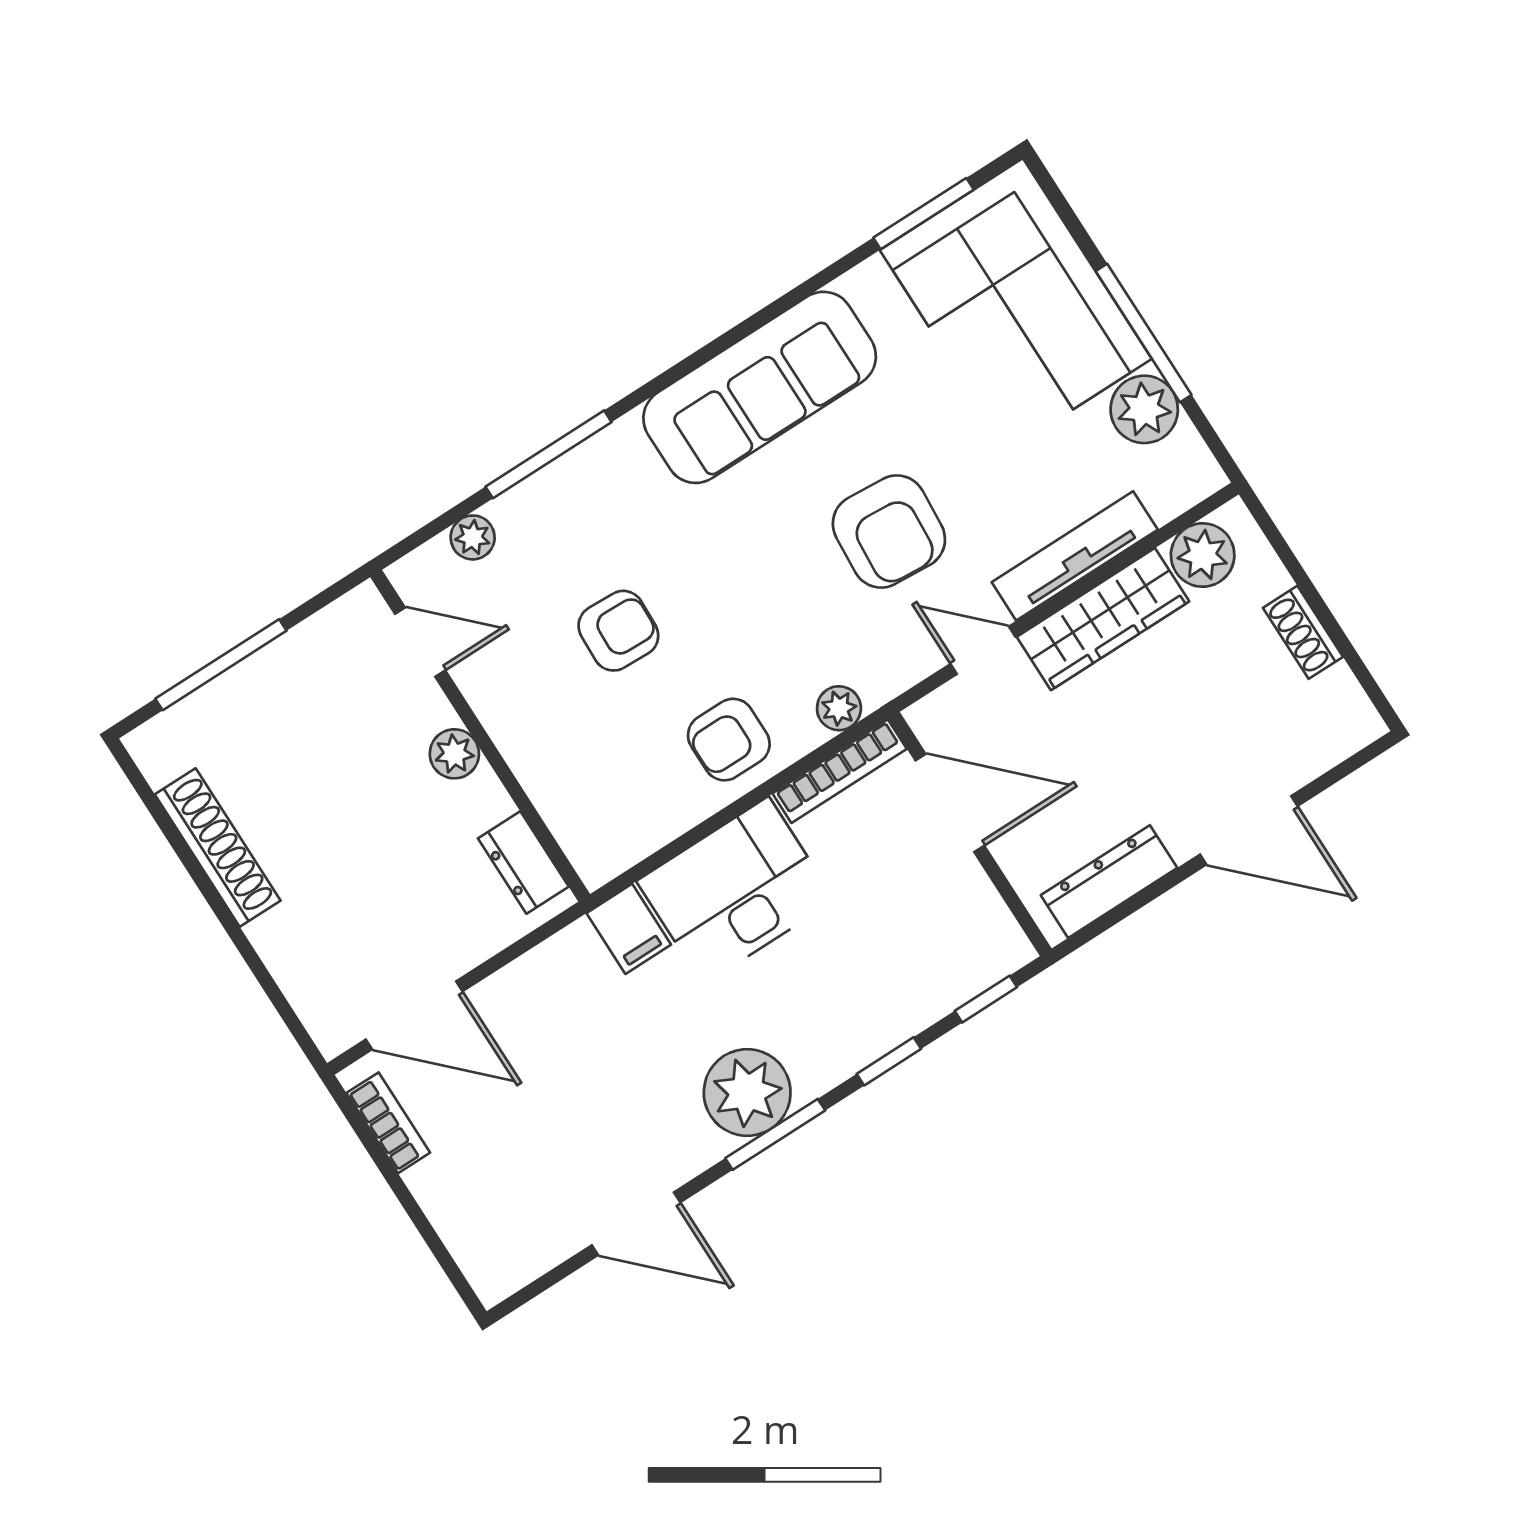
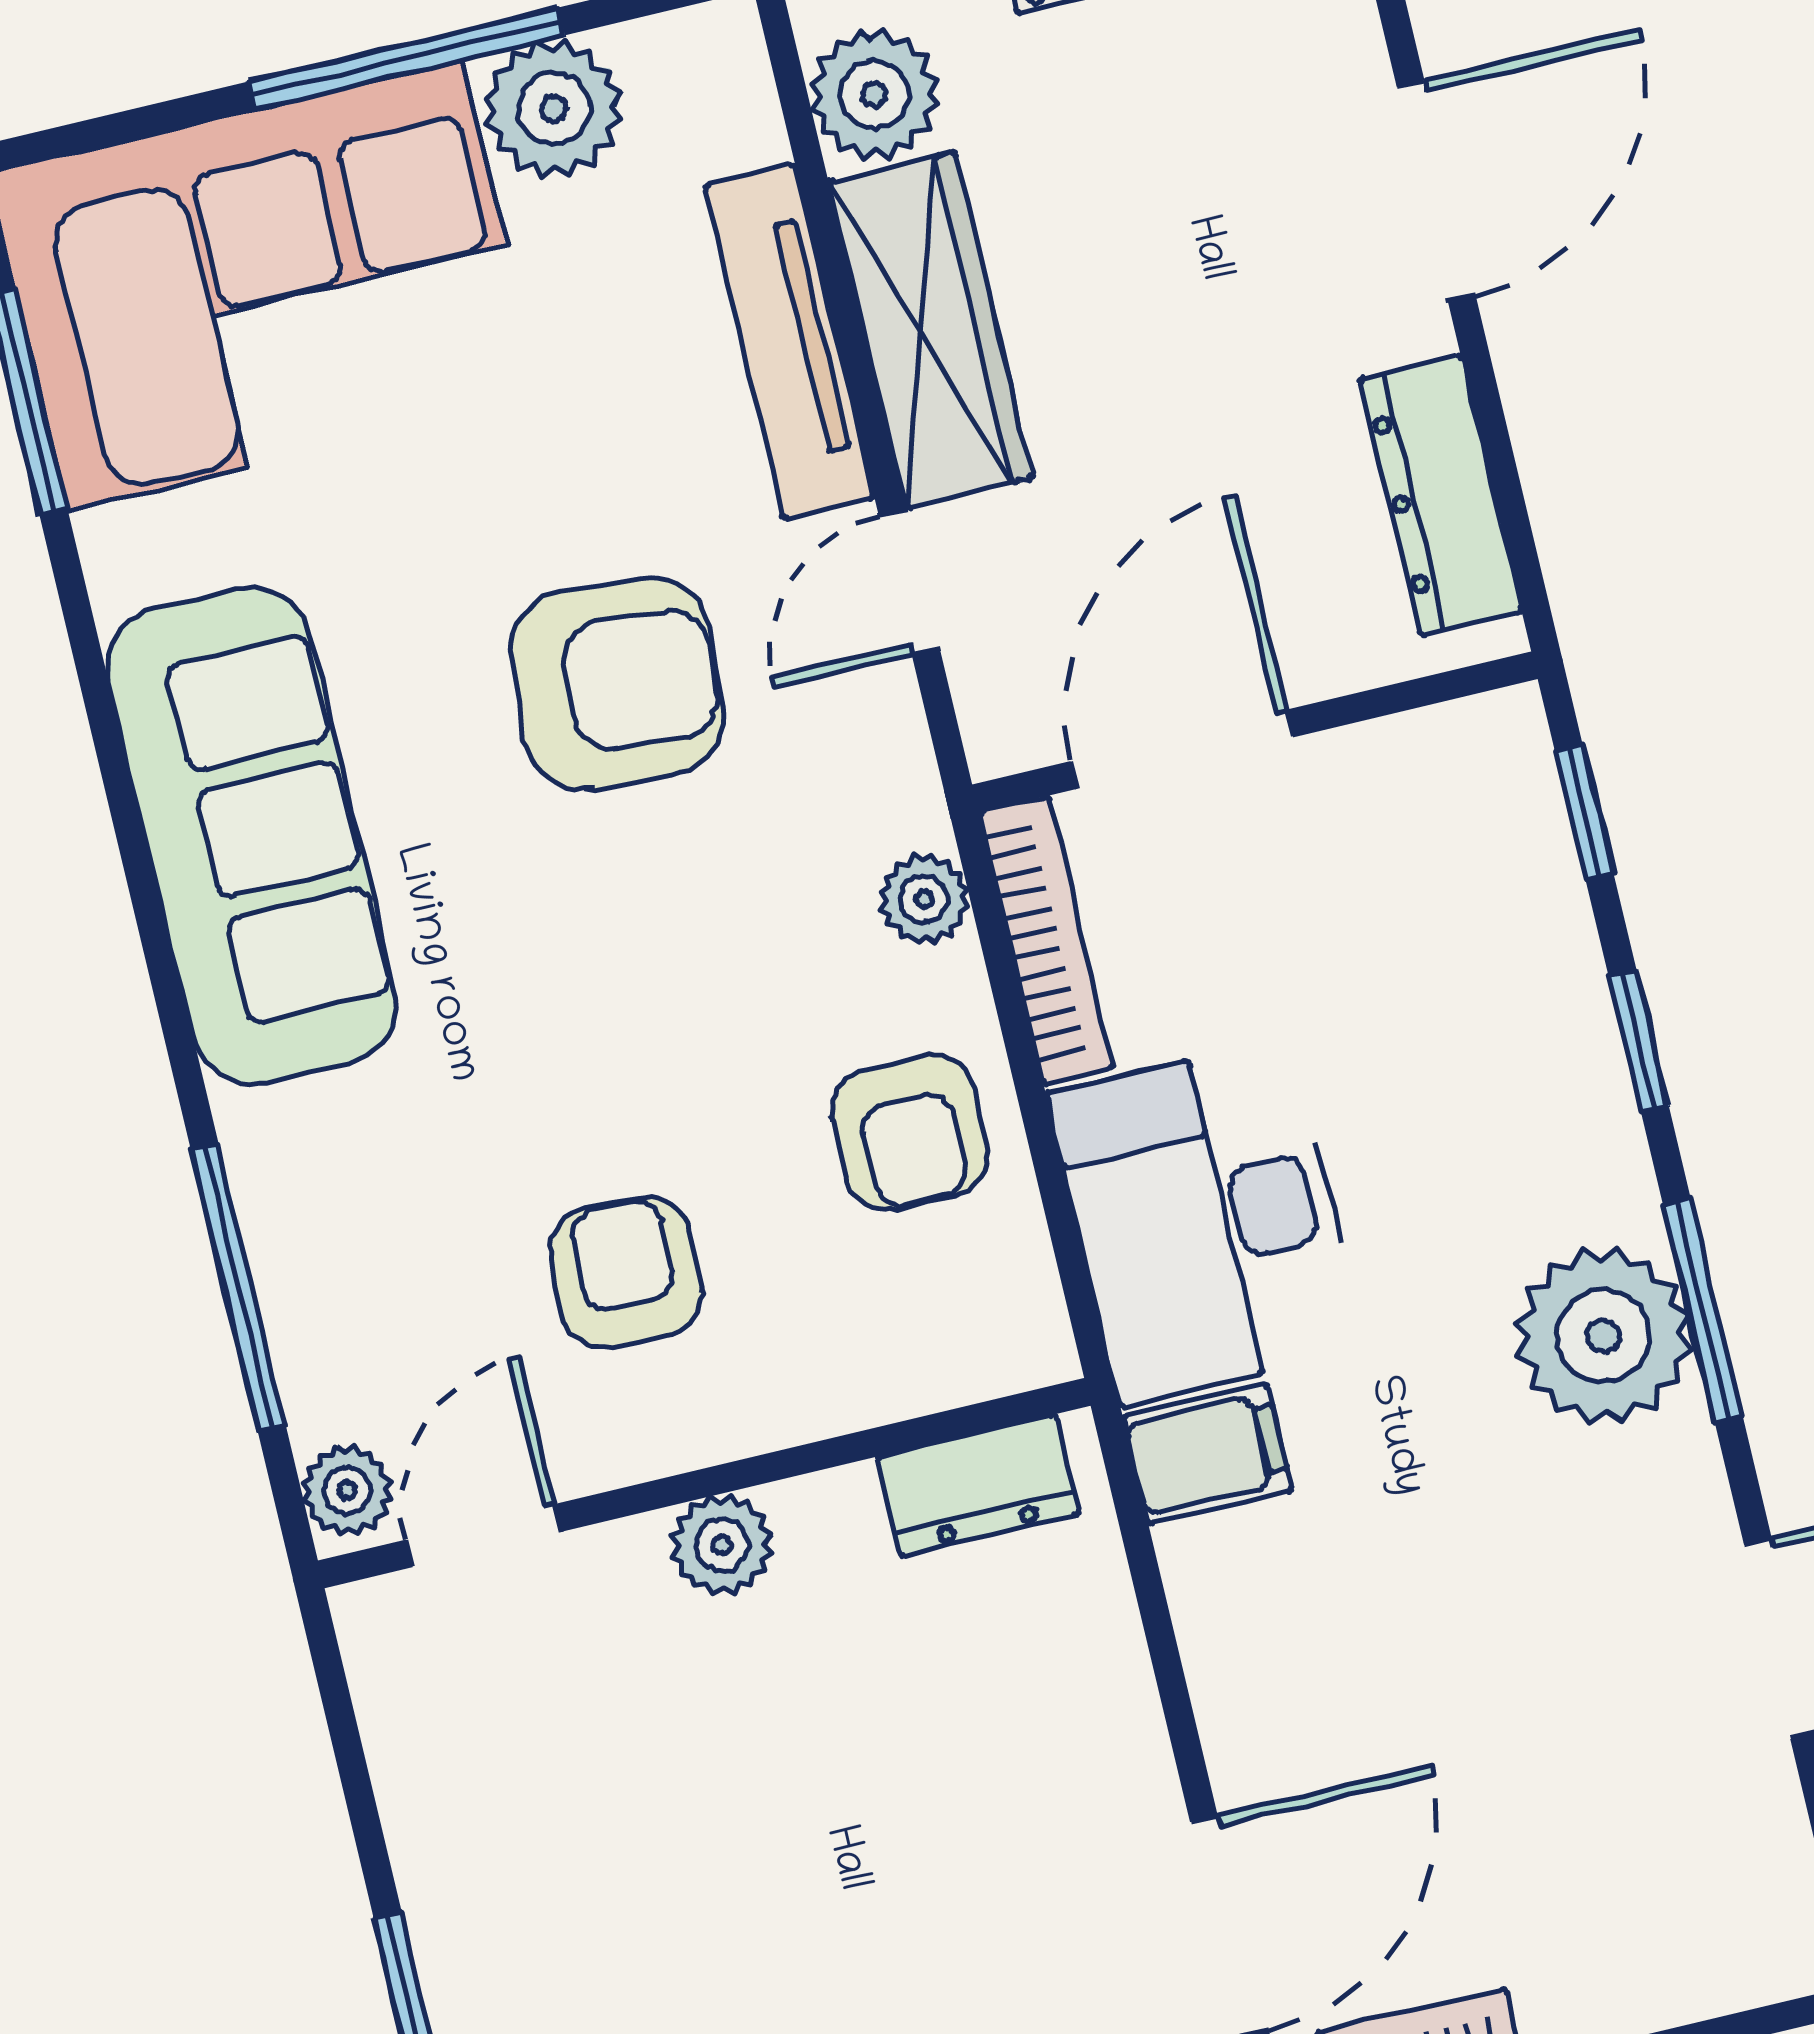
door: (420, 642) -> (483, 1536), moved
wall: (480, 736) -> (704, 1483), moved
plant: (454, 754) -> (722, 1545), moved
dresser: (523, 862) -> (978, 1485), moved

